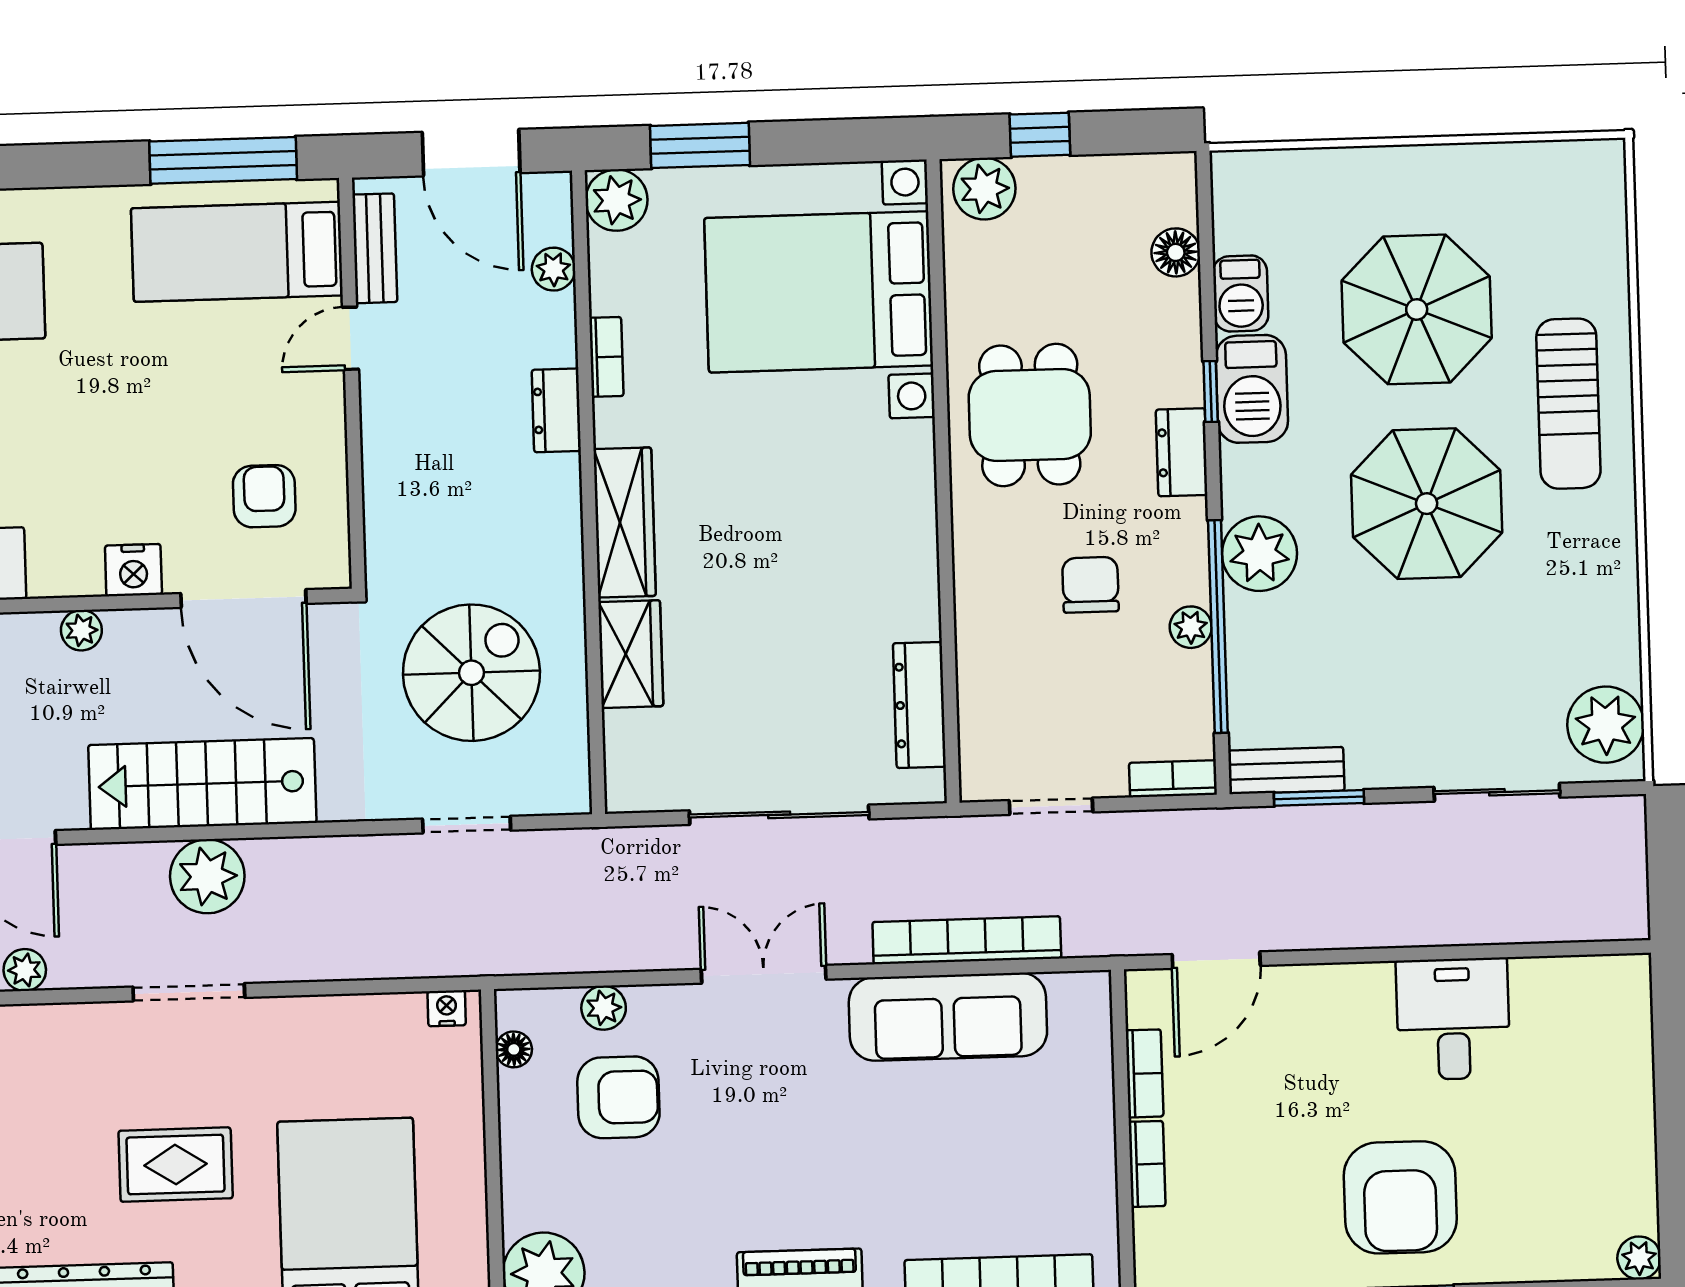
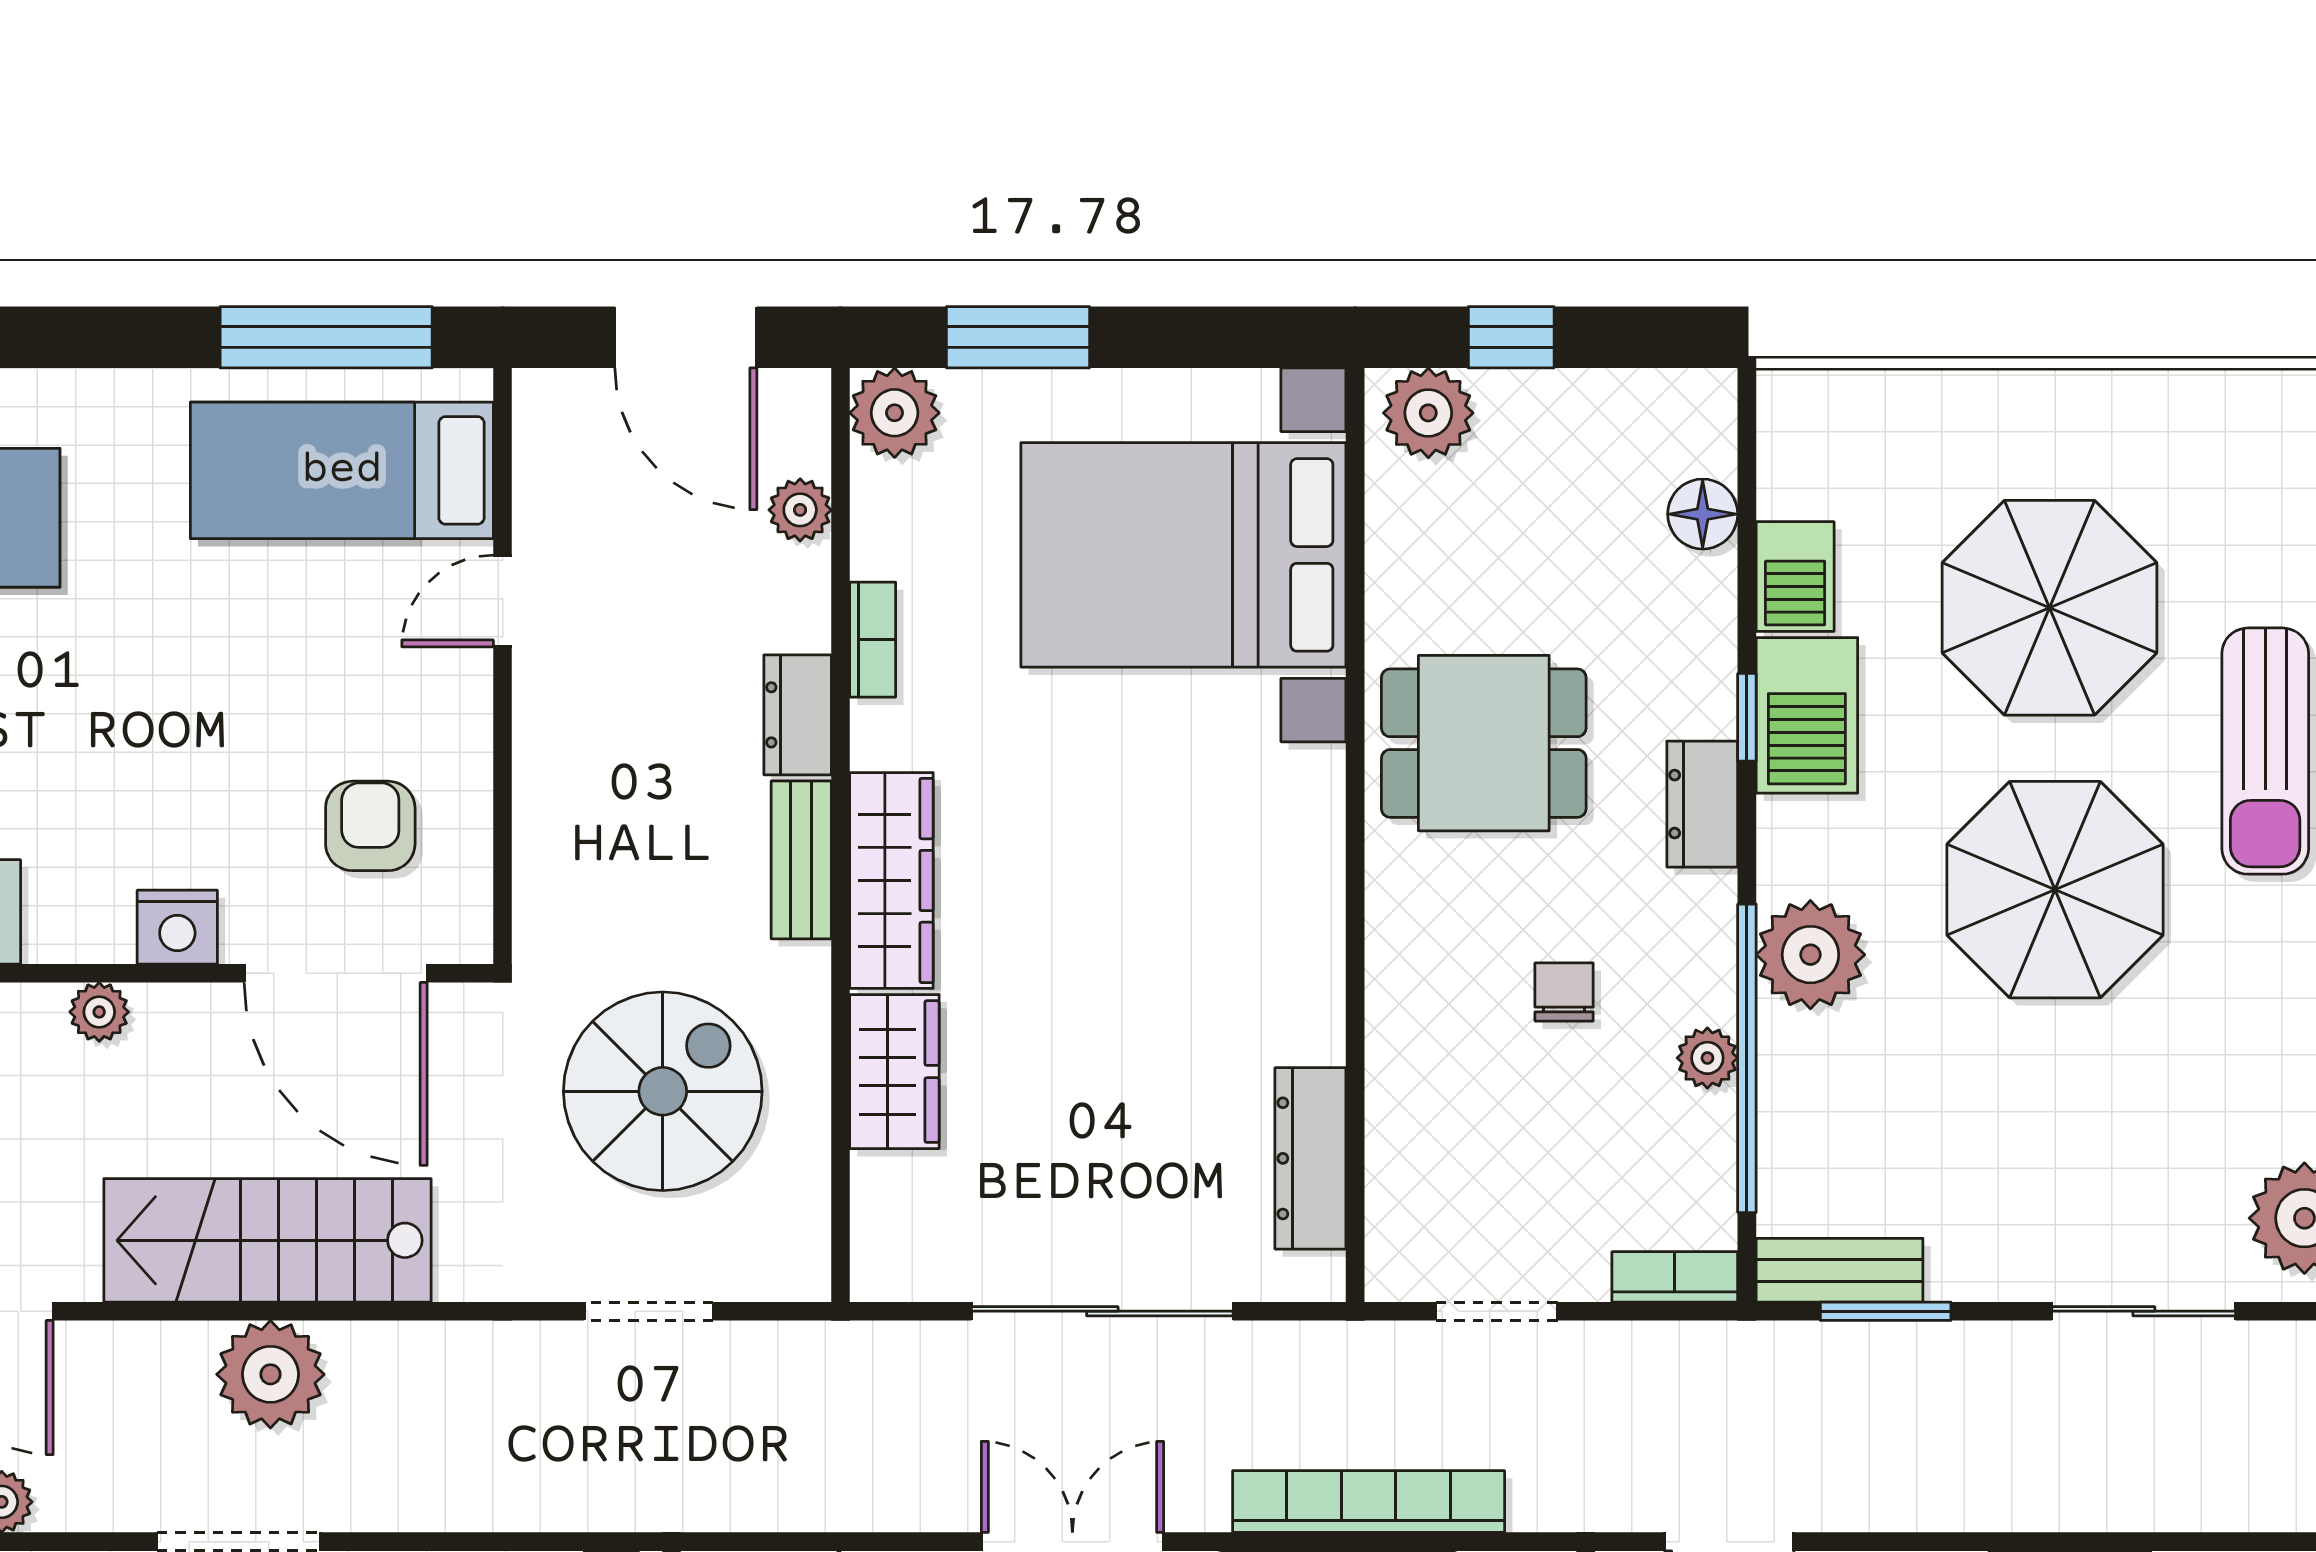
bench: (375, 248) -> (801, 860), moved
dining table: (1030, 415) -> (1484, 743), turned 90
chair: (1090, 585) -> (1564, 992), width x0.73, depth x0.73

